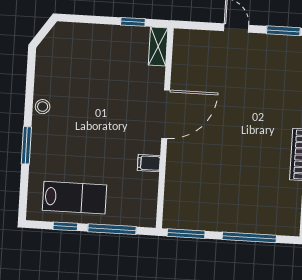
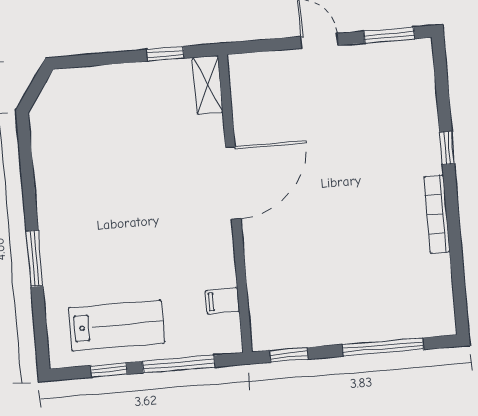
stool: (43, 107) -> (50, 198), removed
filing cabinet: (149, 163) -> (222, 301), moved
window: (186, 234) -> (289, 355), width x0.67

